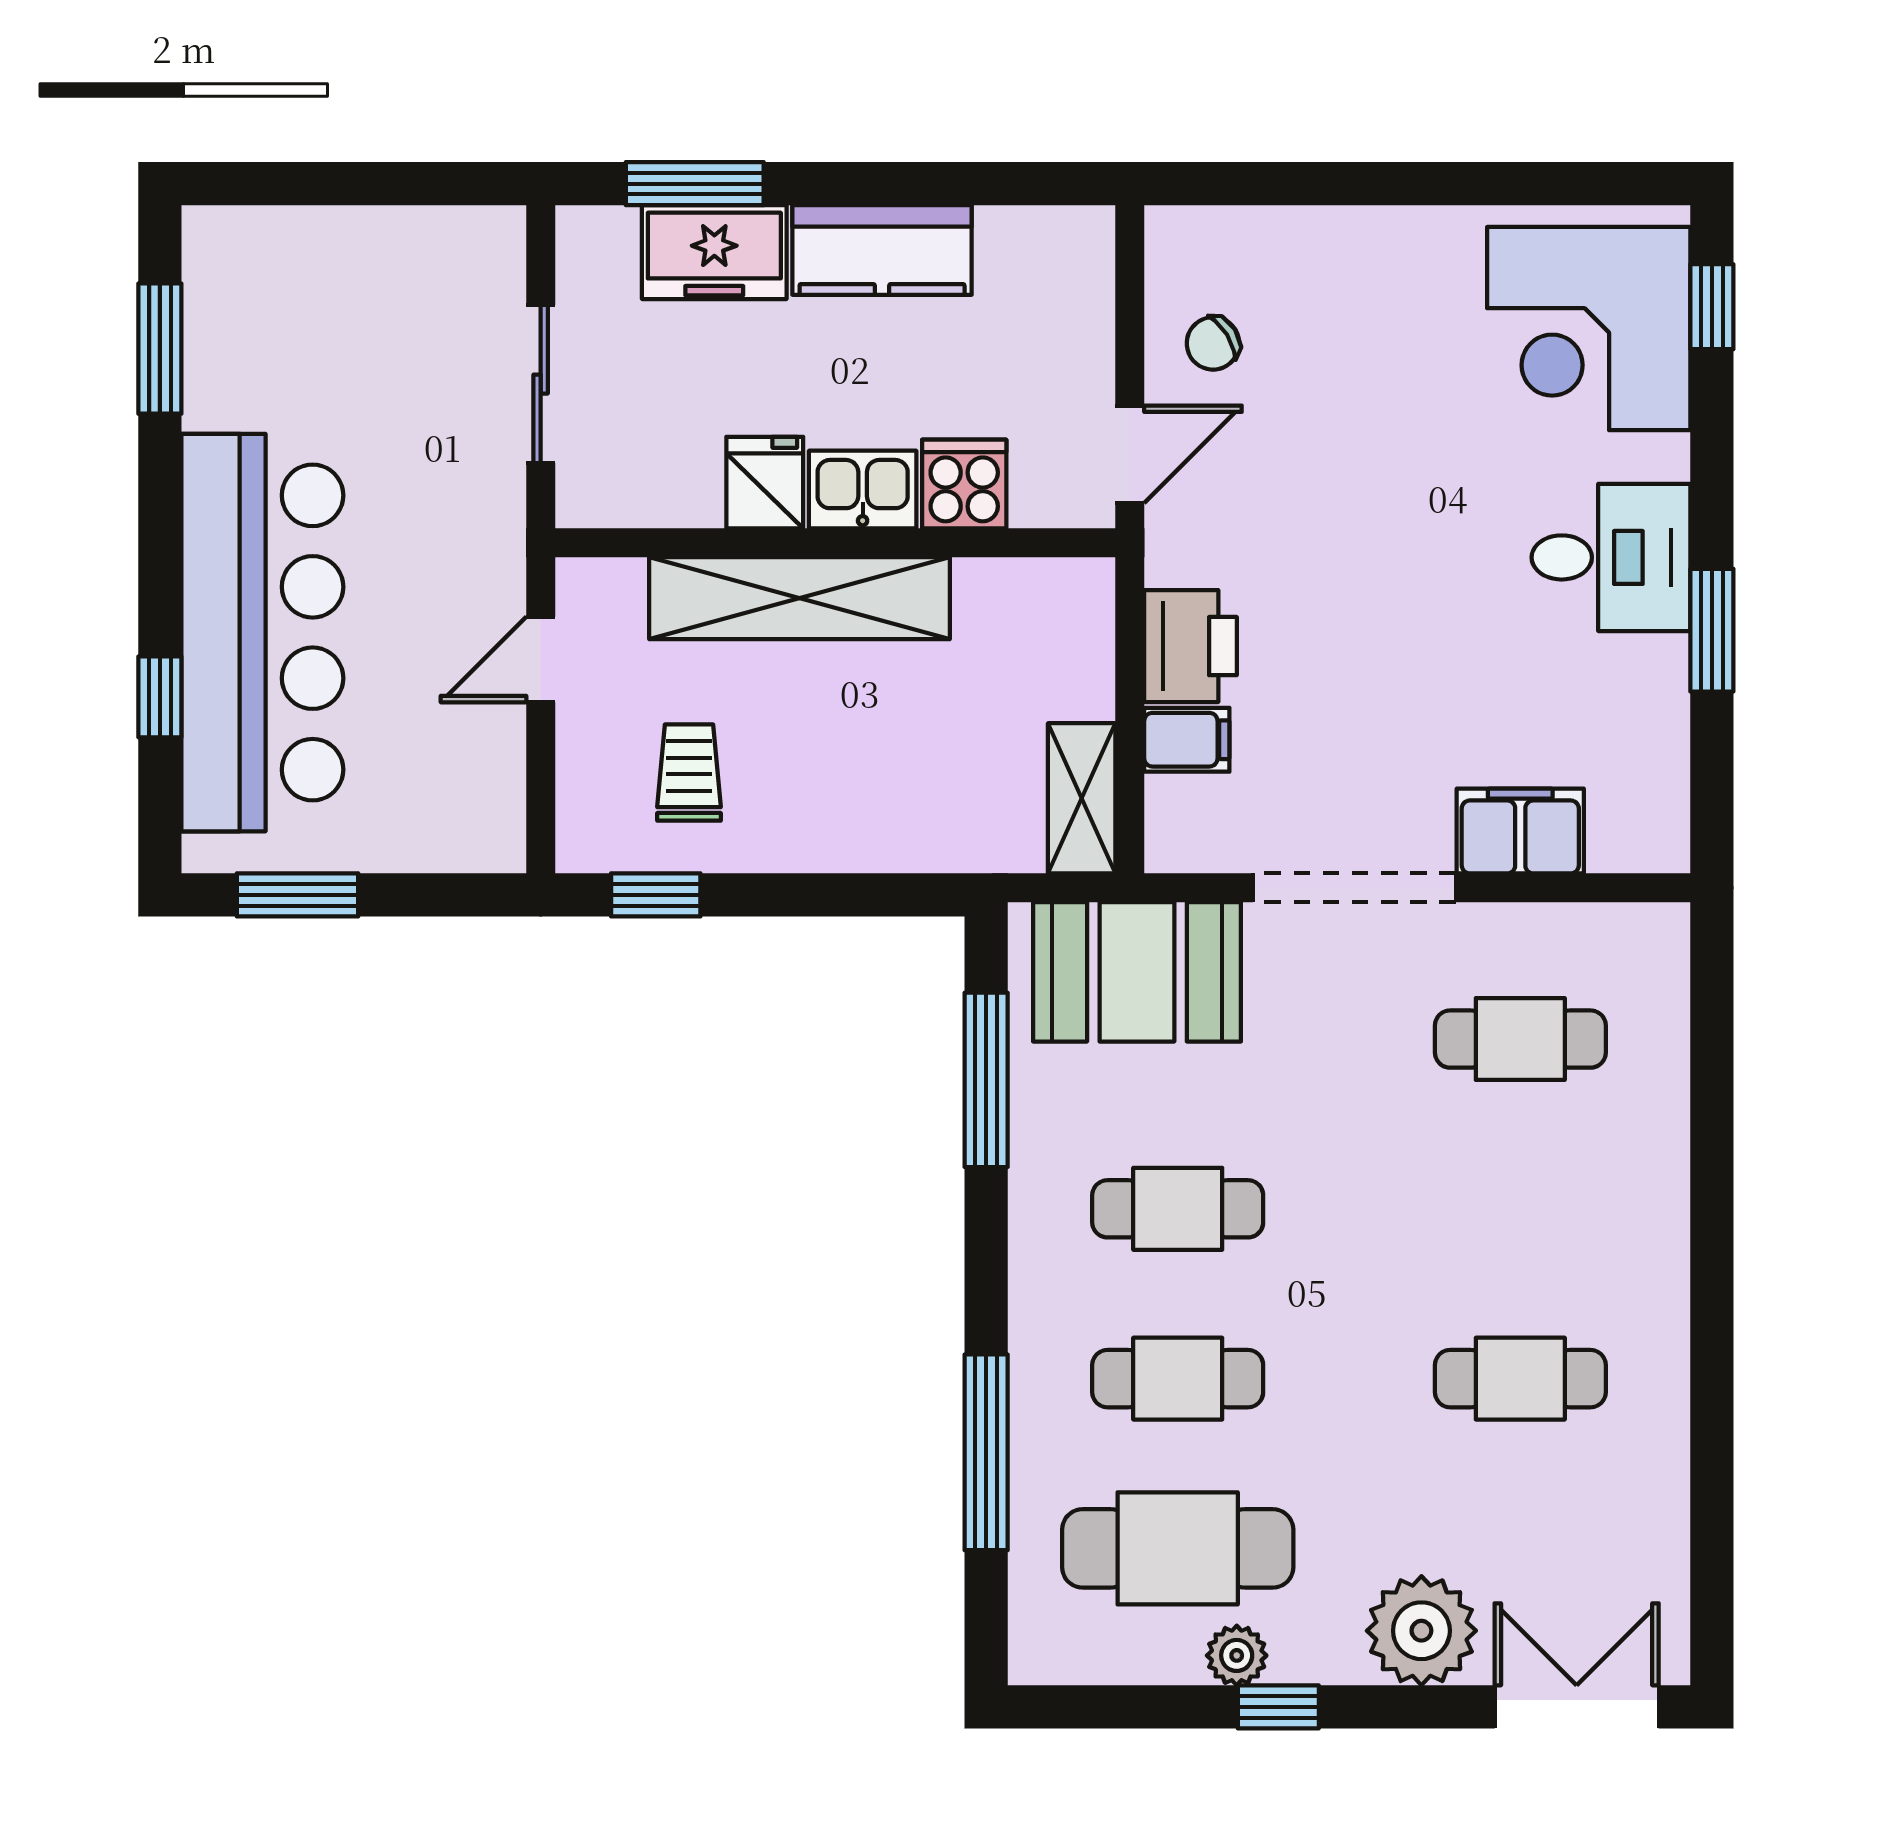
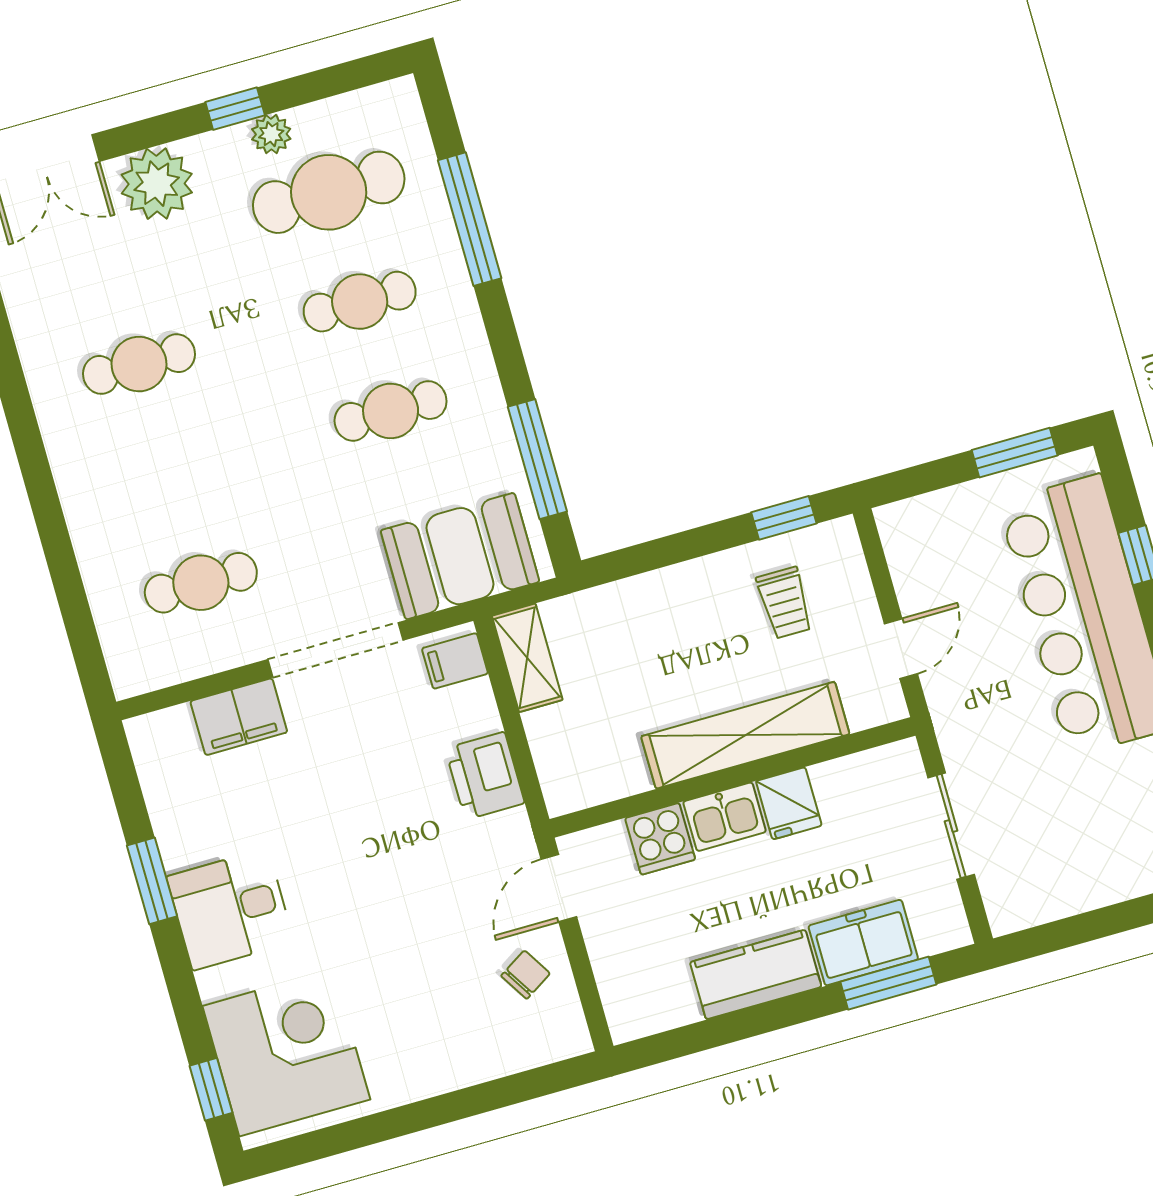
filing cabinet: (1187, 740) -> (455, 661), moved

